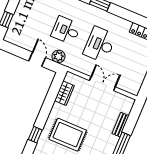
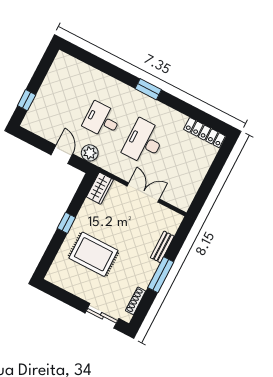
wardrobe: (64, 93) -> (100, 188), moved
window: (35, 135) -> (66, 223), moved

